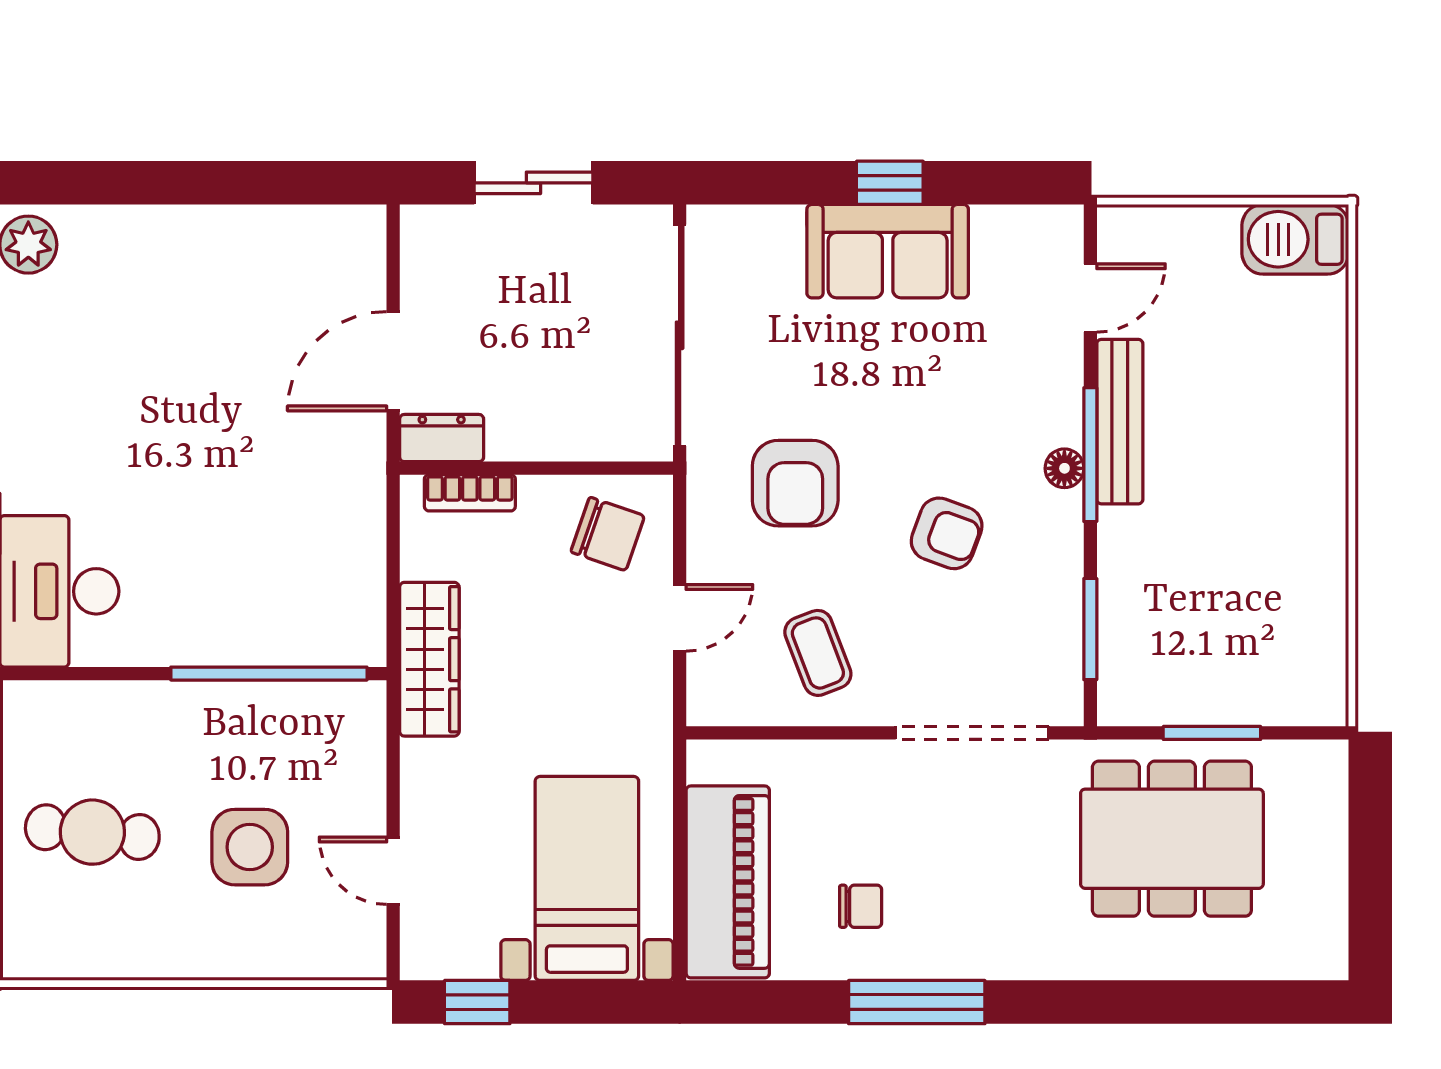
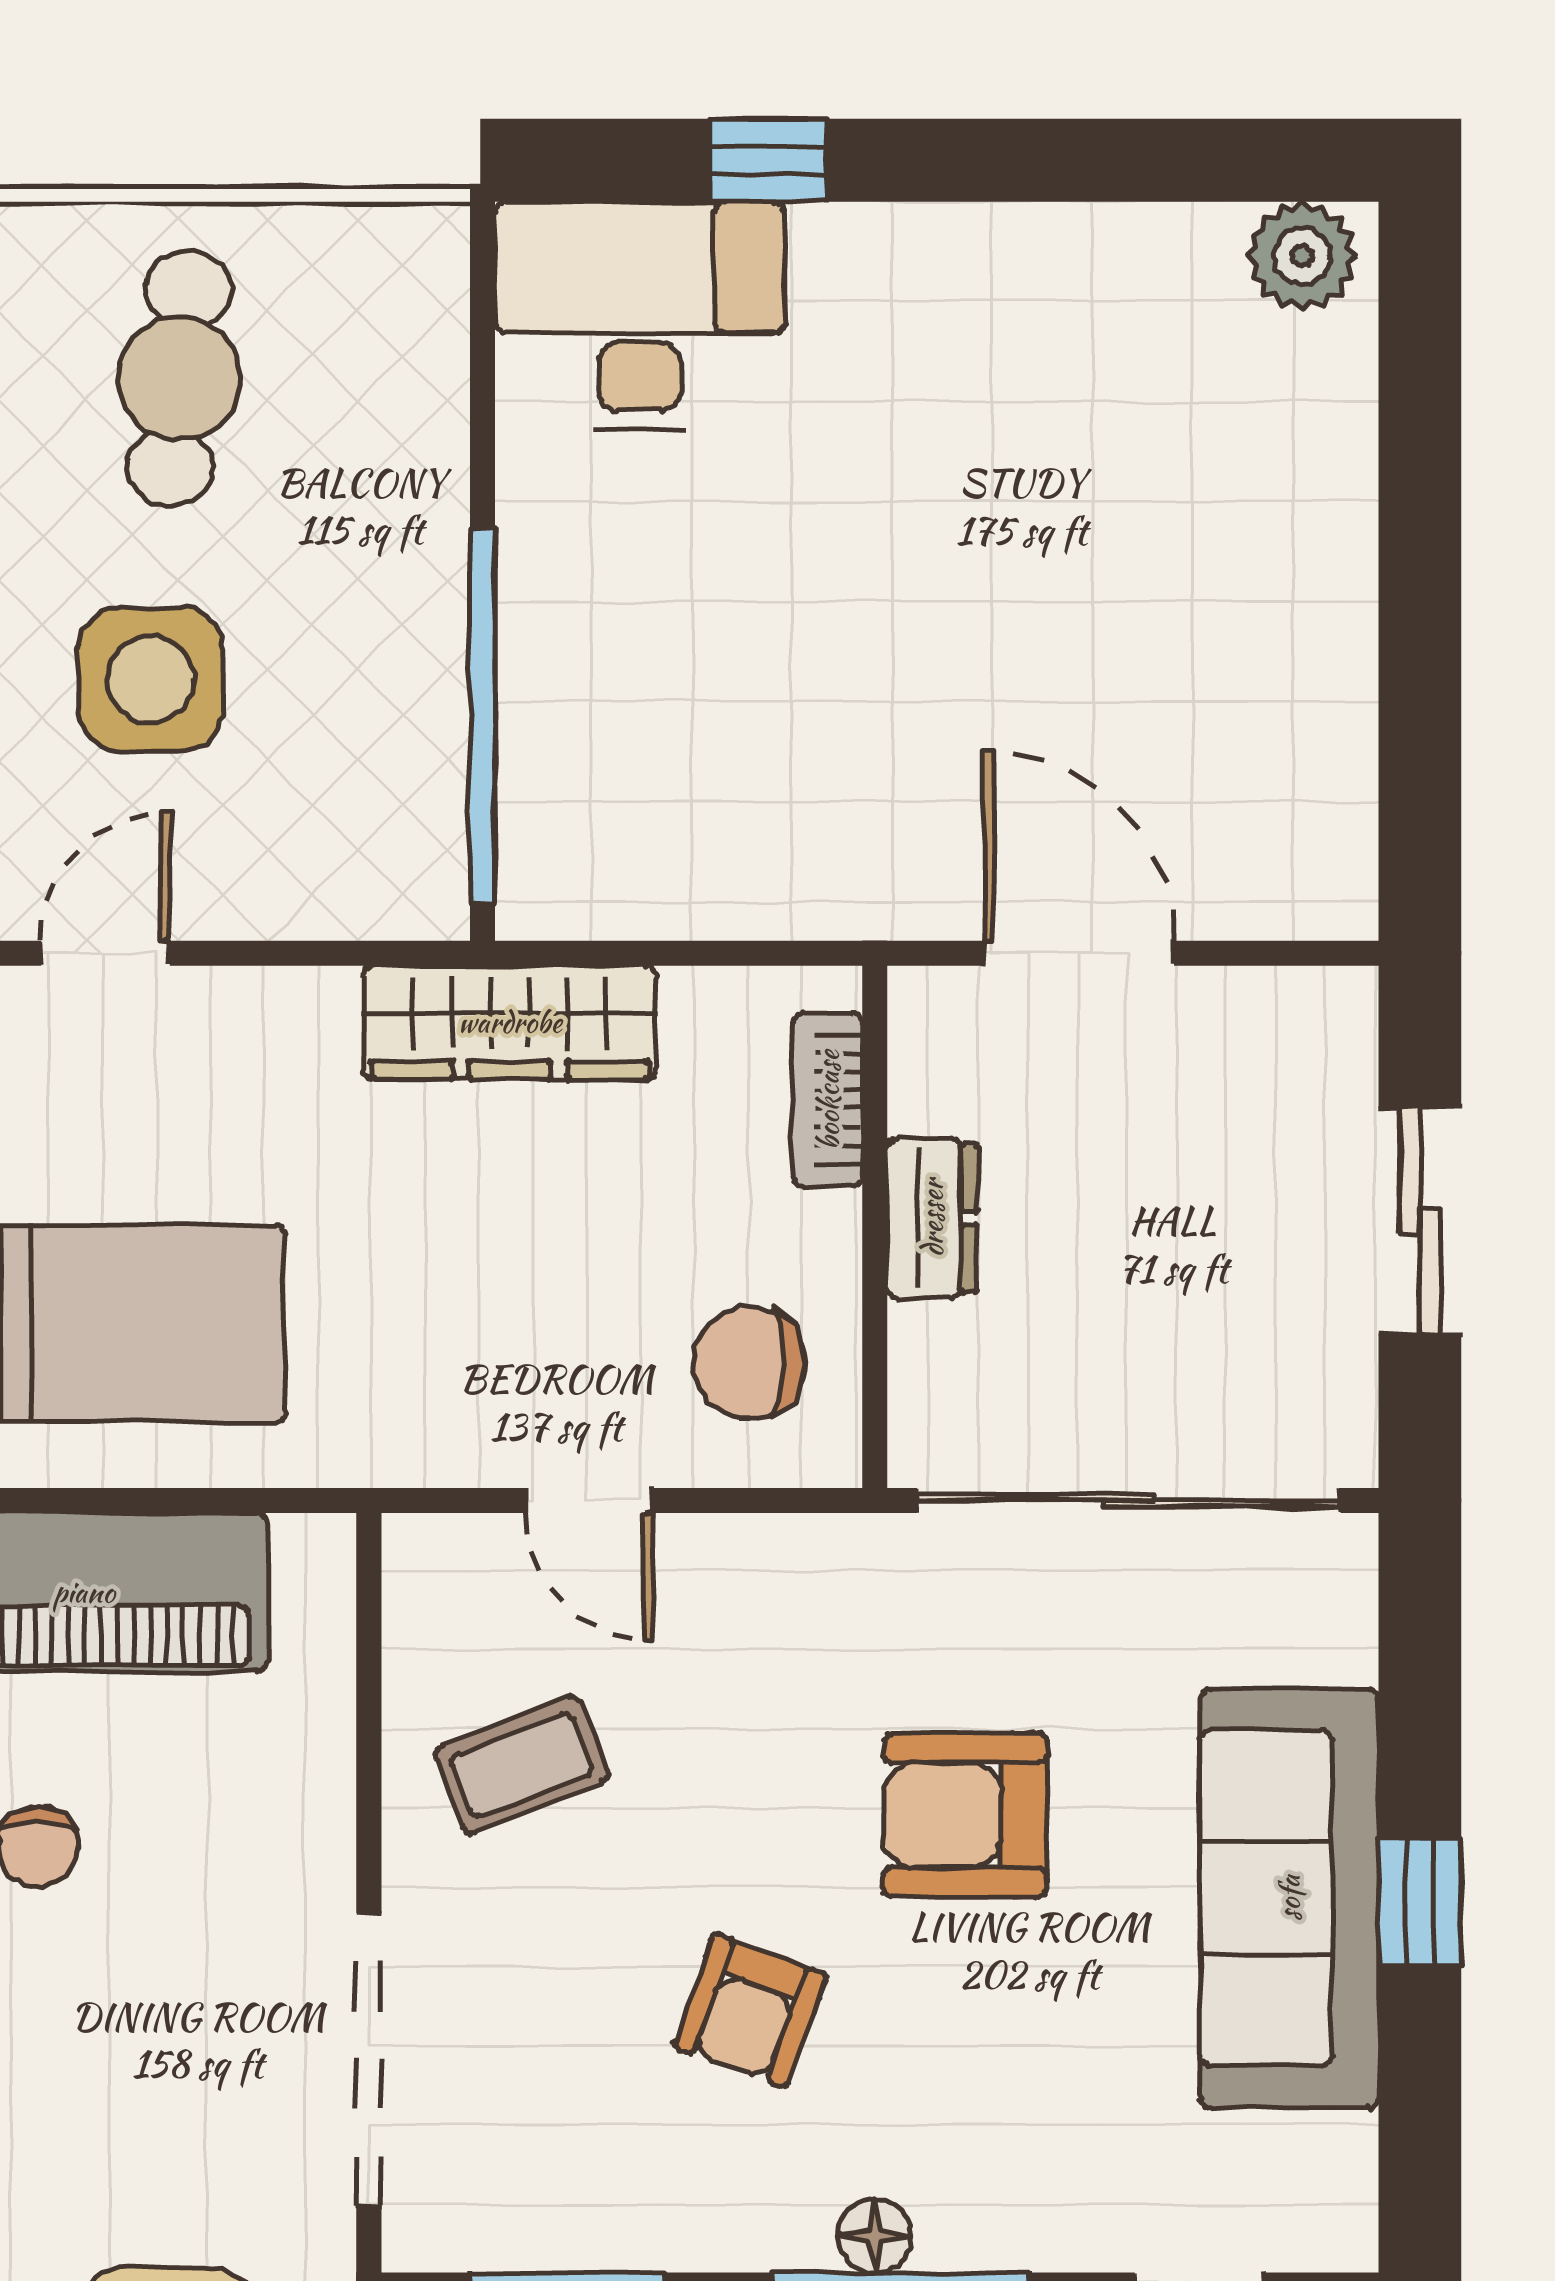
sofa: (888, 251) -> (1289, 1898), width x1.36
dresser: (442, 438) -> (932, 1218), moved
armchair: (795, 483) -> (965, 1815), moved
chair: (608, 534) -> (749, 1363), turned 71

